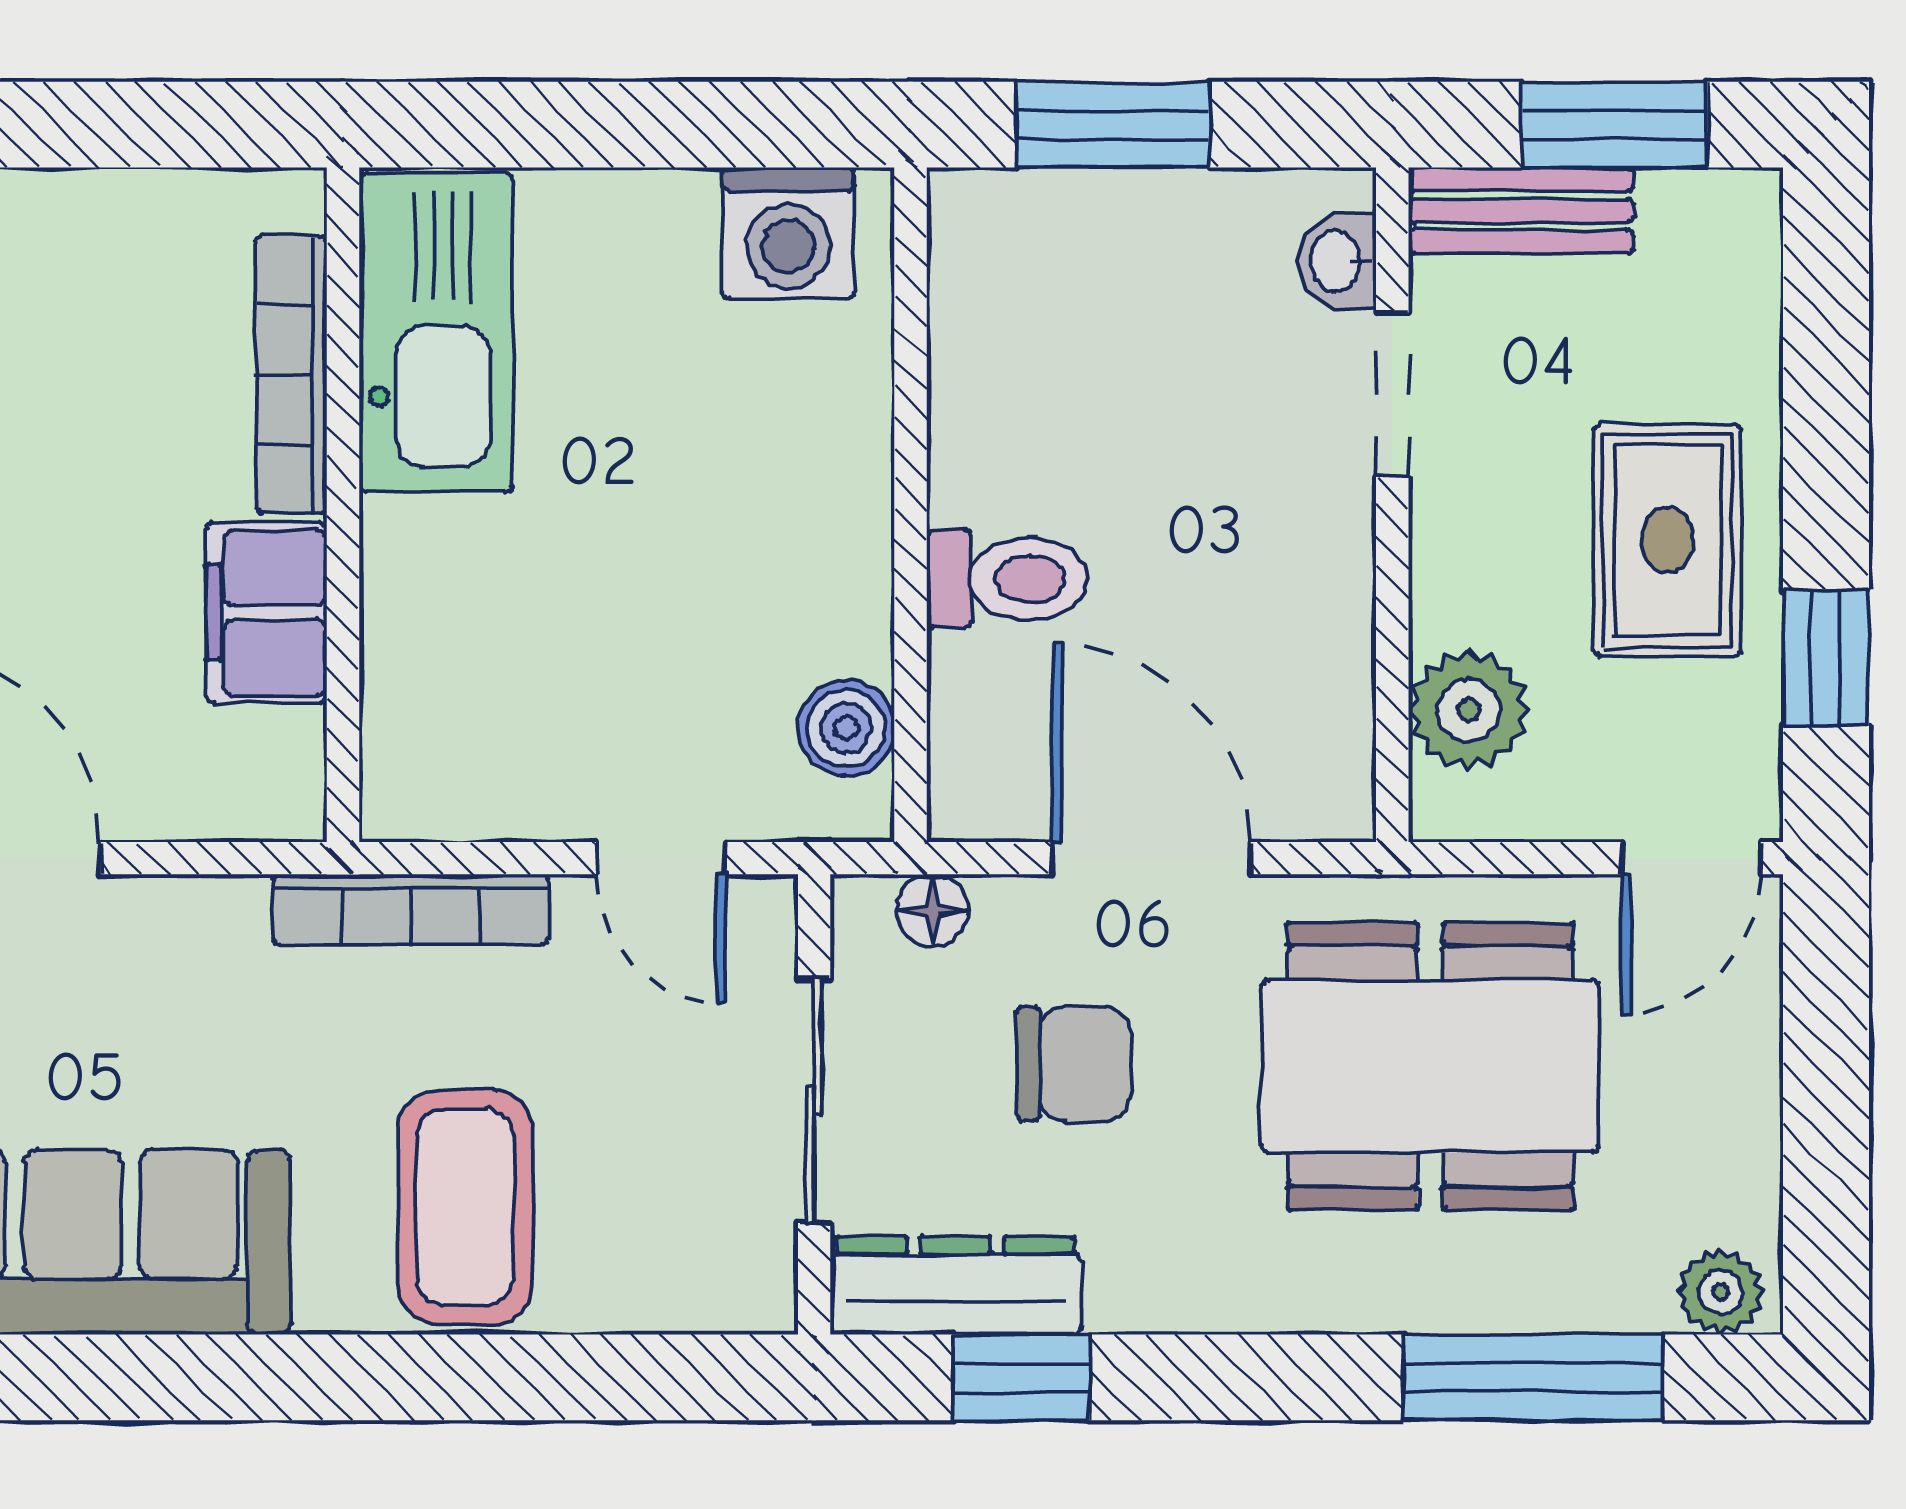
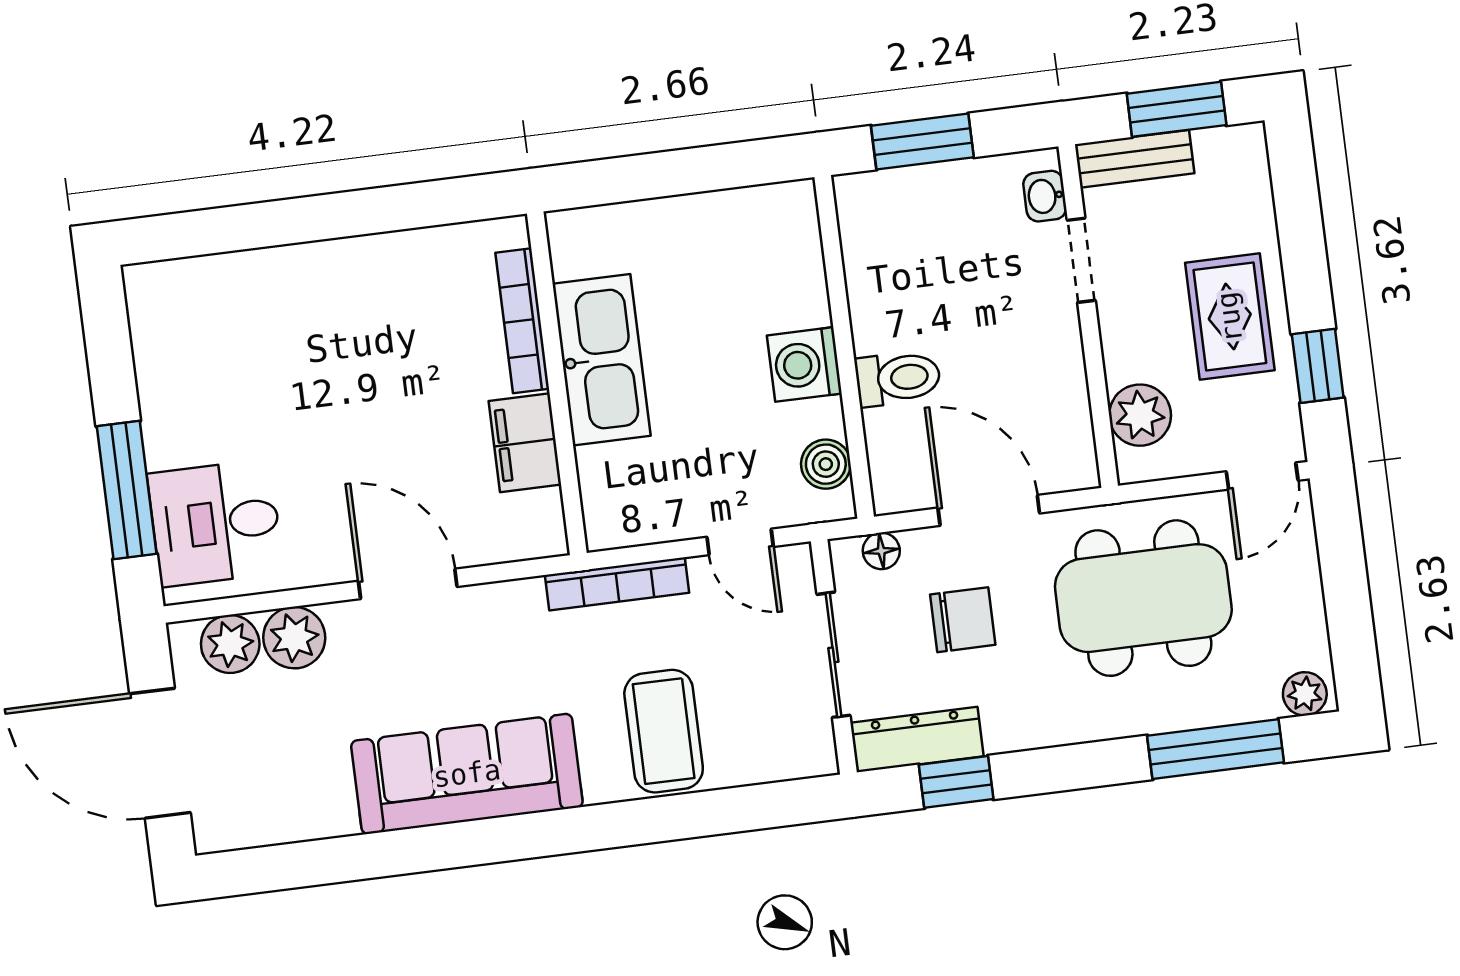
washing machine: (788, 233) -> (804, 364), moved, turned 90
kitchen sink: (436, 333) -> (601, 360), moved

